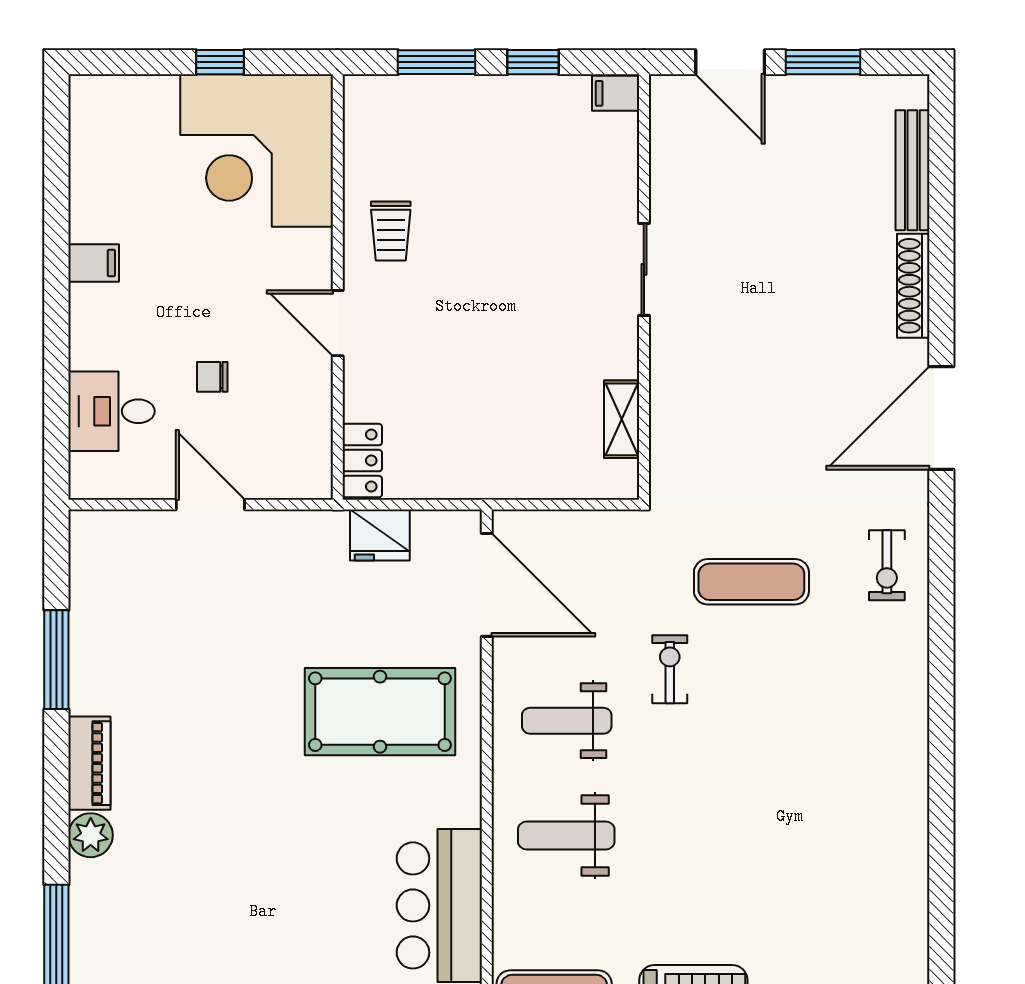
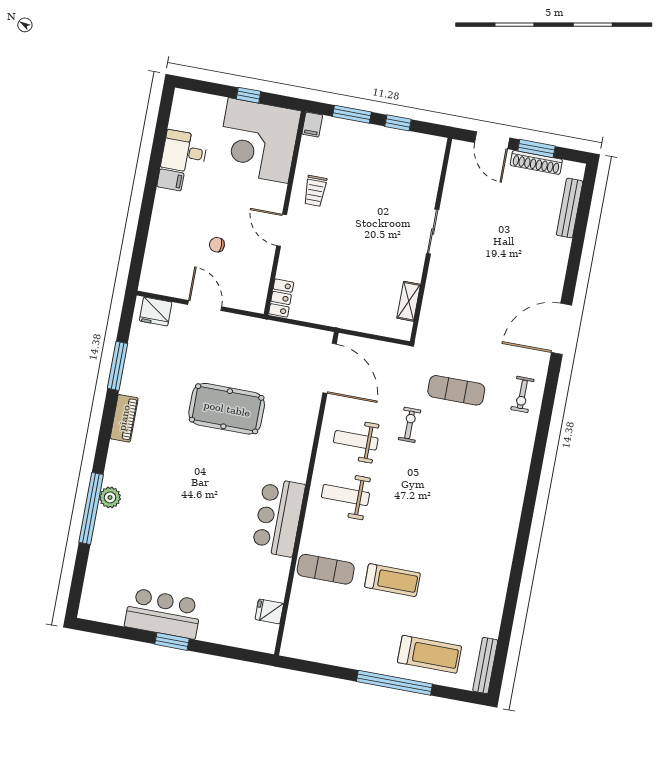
filing cabinet: (616, 93) -> (312, 125), moved, turned -90
shoe rack: (913, 286) -> (536, 162), moved, turned -90
desk: (112, 411) -> (184, 152), moved
fridge: (380, 535) -> (156, 311), moved
pool table: (380, 712) -> (227, 409), moved
plant: (91, 835) -> (110, 497), moved

